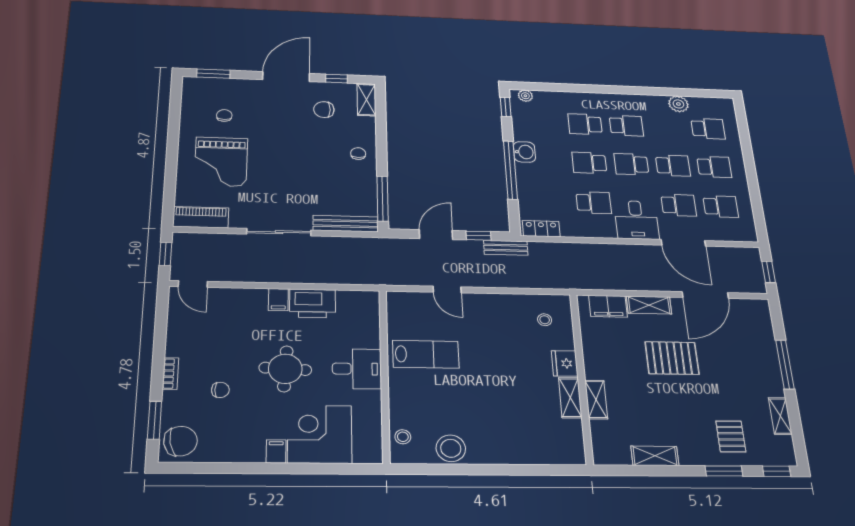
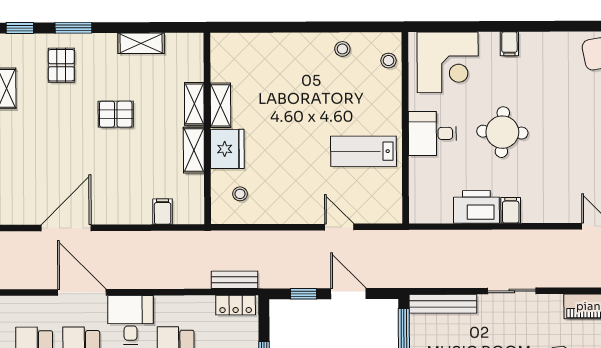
sliding door: (279, 232) -> (512, 291), width x0.73
door: (436, 235) -> (348, 294), swing flipped
bench: (506, 248) -> (234, 280), moved
shelving: (649, 305) -> (194, 150), moved, turned 90
filing cabinet: (608, 306) -> (163, 212), width x0.50
pallet: (672, 358) -> (116, 114), moved, width x0.67, depth x0.71
fridge: (565, 363) -> (227, 149), width x1.36, depth x1.34
chair: (220, 390) -> (564, 108), removed
corner desk: (320, 434) -> (448, 62), moved
stool: (451, 448) -> (342, 49), width x0.53, depth x0.53

